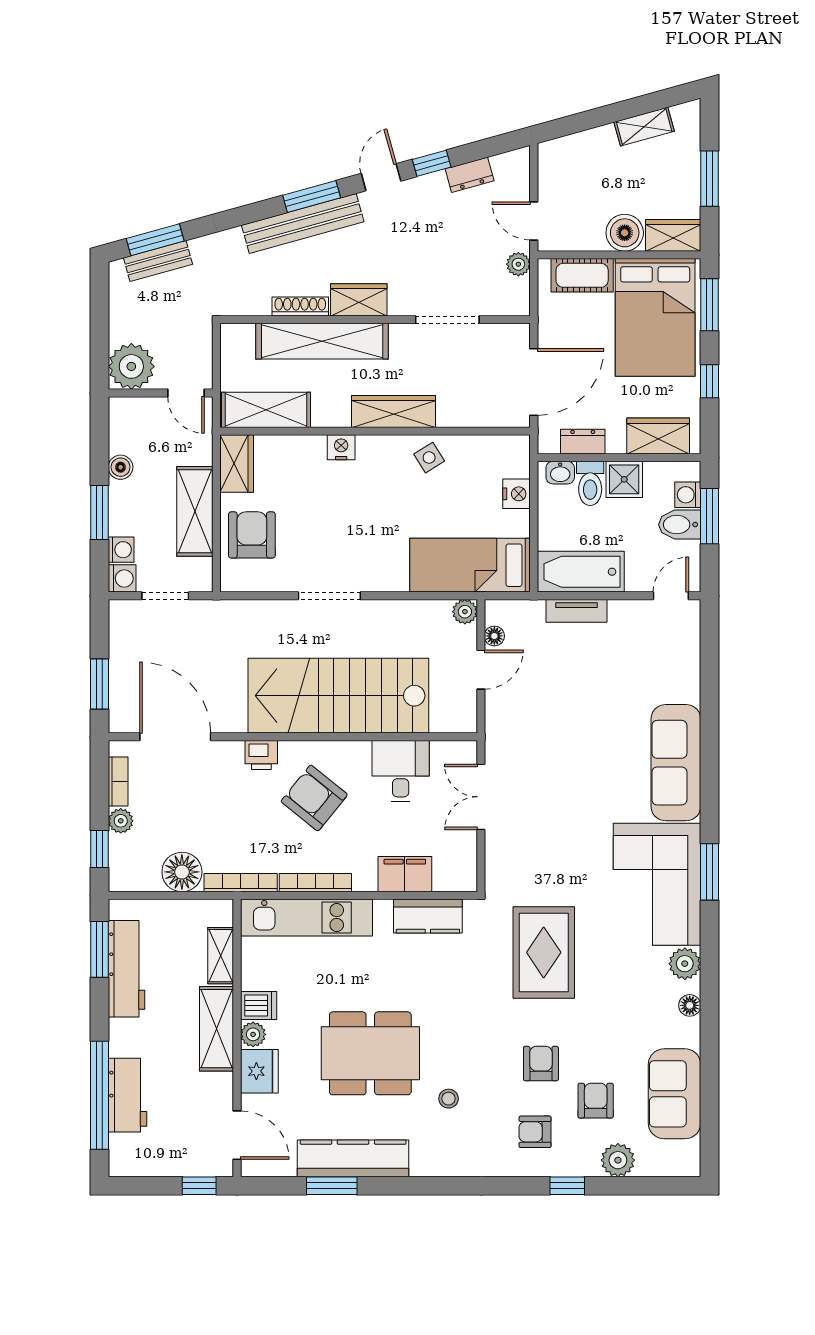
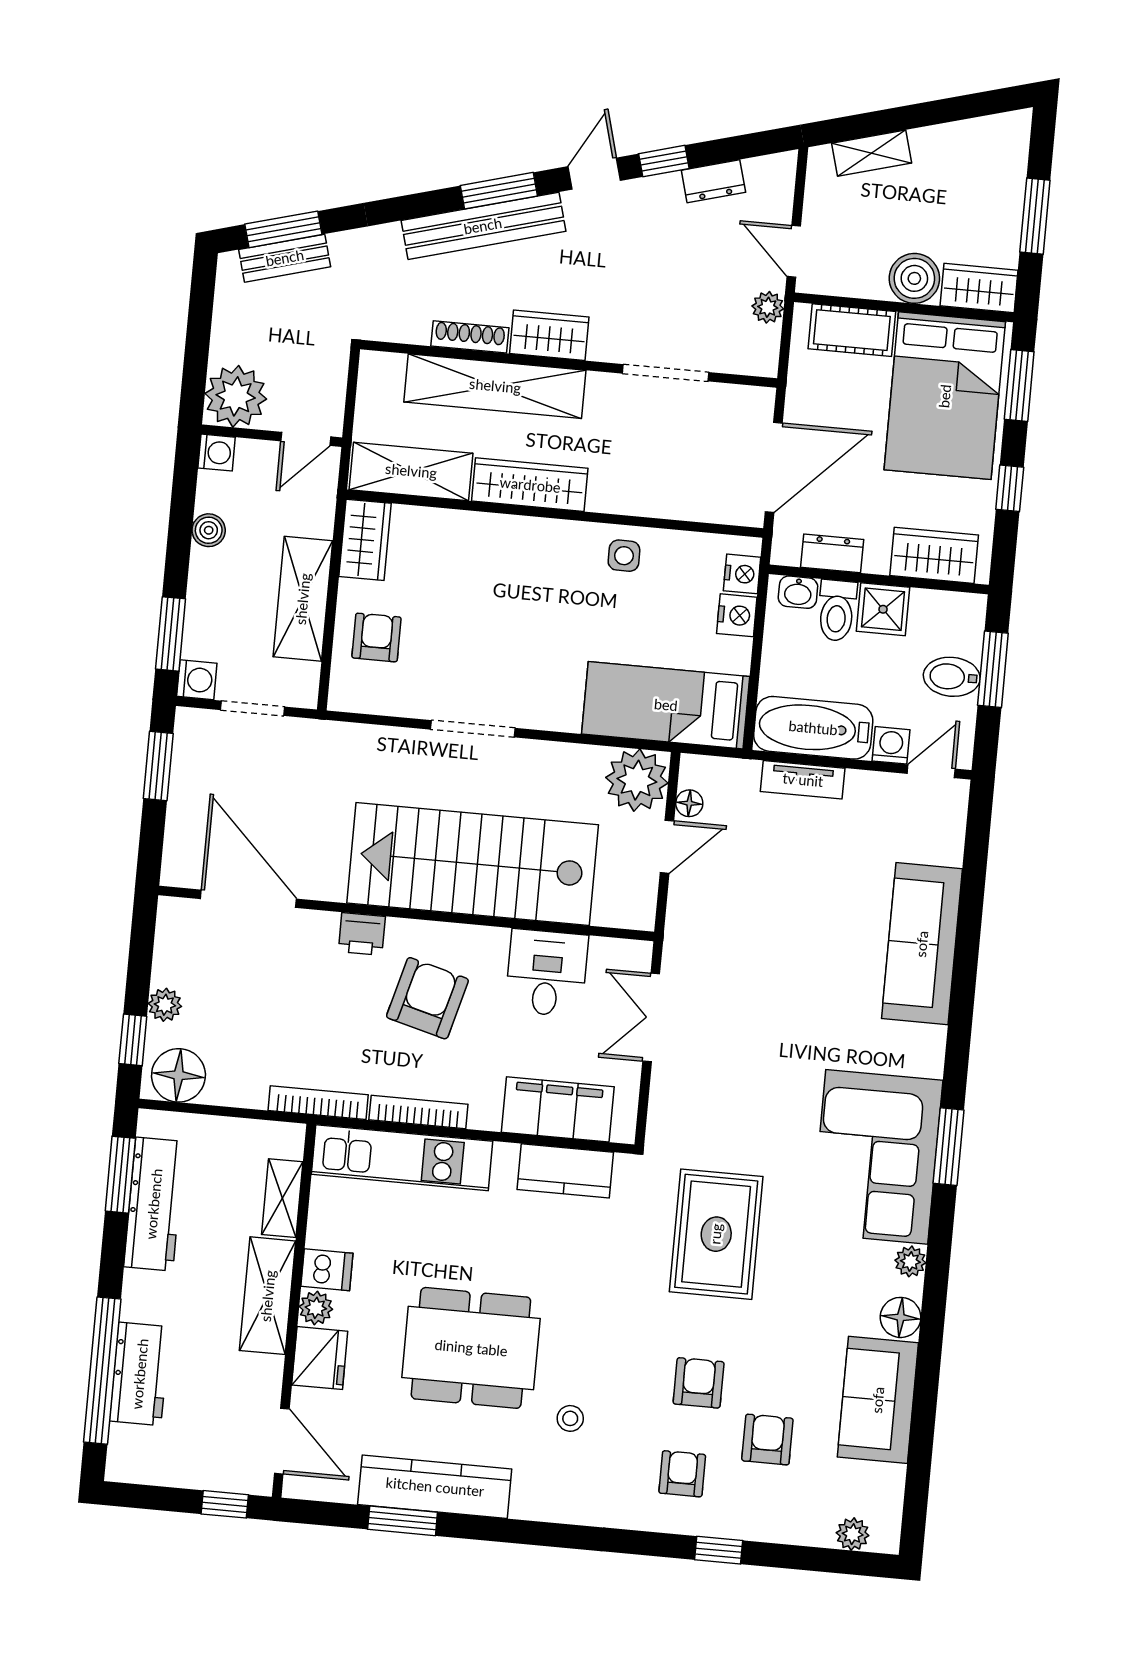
shelving: (644, 127) -> (872, 153), moved
door: (186, 393) -> (306, 439), hinge flipped
wardrobe: (393, 412) -> (530, 485), moved
nightstand: (341, 447) -> (742, 574), moved, turned 90
side table: (429, 458) -> (624, 556), turned 32
washing machine: (688, 495) -> (891, 745), moved, turned 90
window: (99, 512) -> (171, 634), moved
armchair: (252, 535) -> (376, 637), width x0.72, depth x0.72
washing machine: (121, 550) -> (217, 453), moved
plant: (465, 612) -> (637, 780), width x1.88, depth x1.88
window: (99, 684) -> (158, 766), moved
sofa: (676, 763) -> (922, 944), moved
bookcase: (118, 782) -> (166, 952), removed
armchair: (314, 798) -> (427, 998), turned 66
floor lamp: (182, 872) -> (178, 1075), moved
filing cabinet: (405, 874) -> (558, 1109), width x1.50, depth x1.17
plant: (685, 964) -> (910, 1261), width x0.73, depth x0.73
floor lamp: (690, 1005) -> (901, 1317), width x1.37, depth x1.37
sofa: (675, 1094) -> (878, 1400), moved
armchair: (535, 1132) -> (682, 1474), turned 90
plant: (618, 1160) -> (853, 1534), moved, width x0.73, depth x0.73

